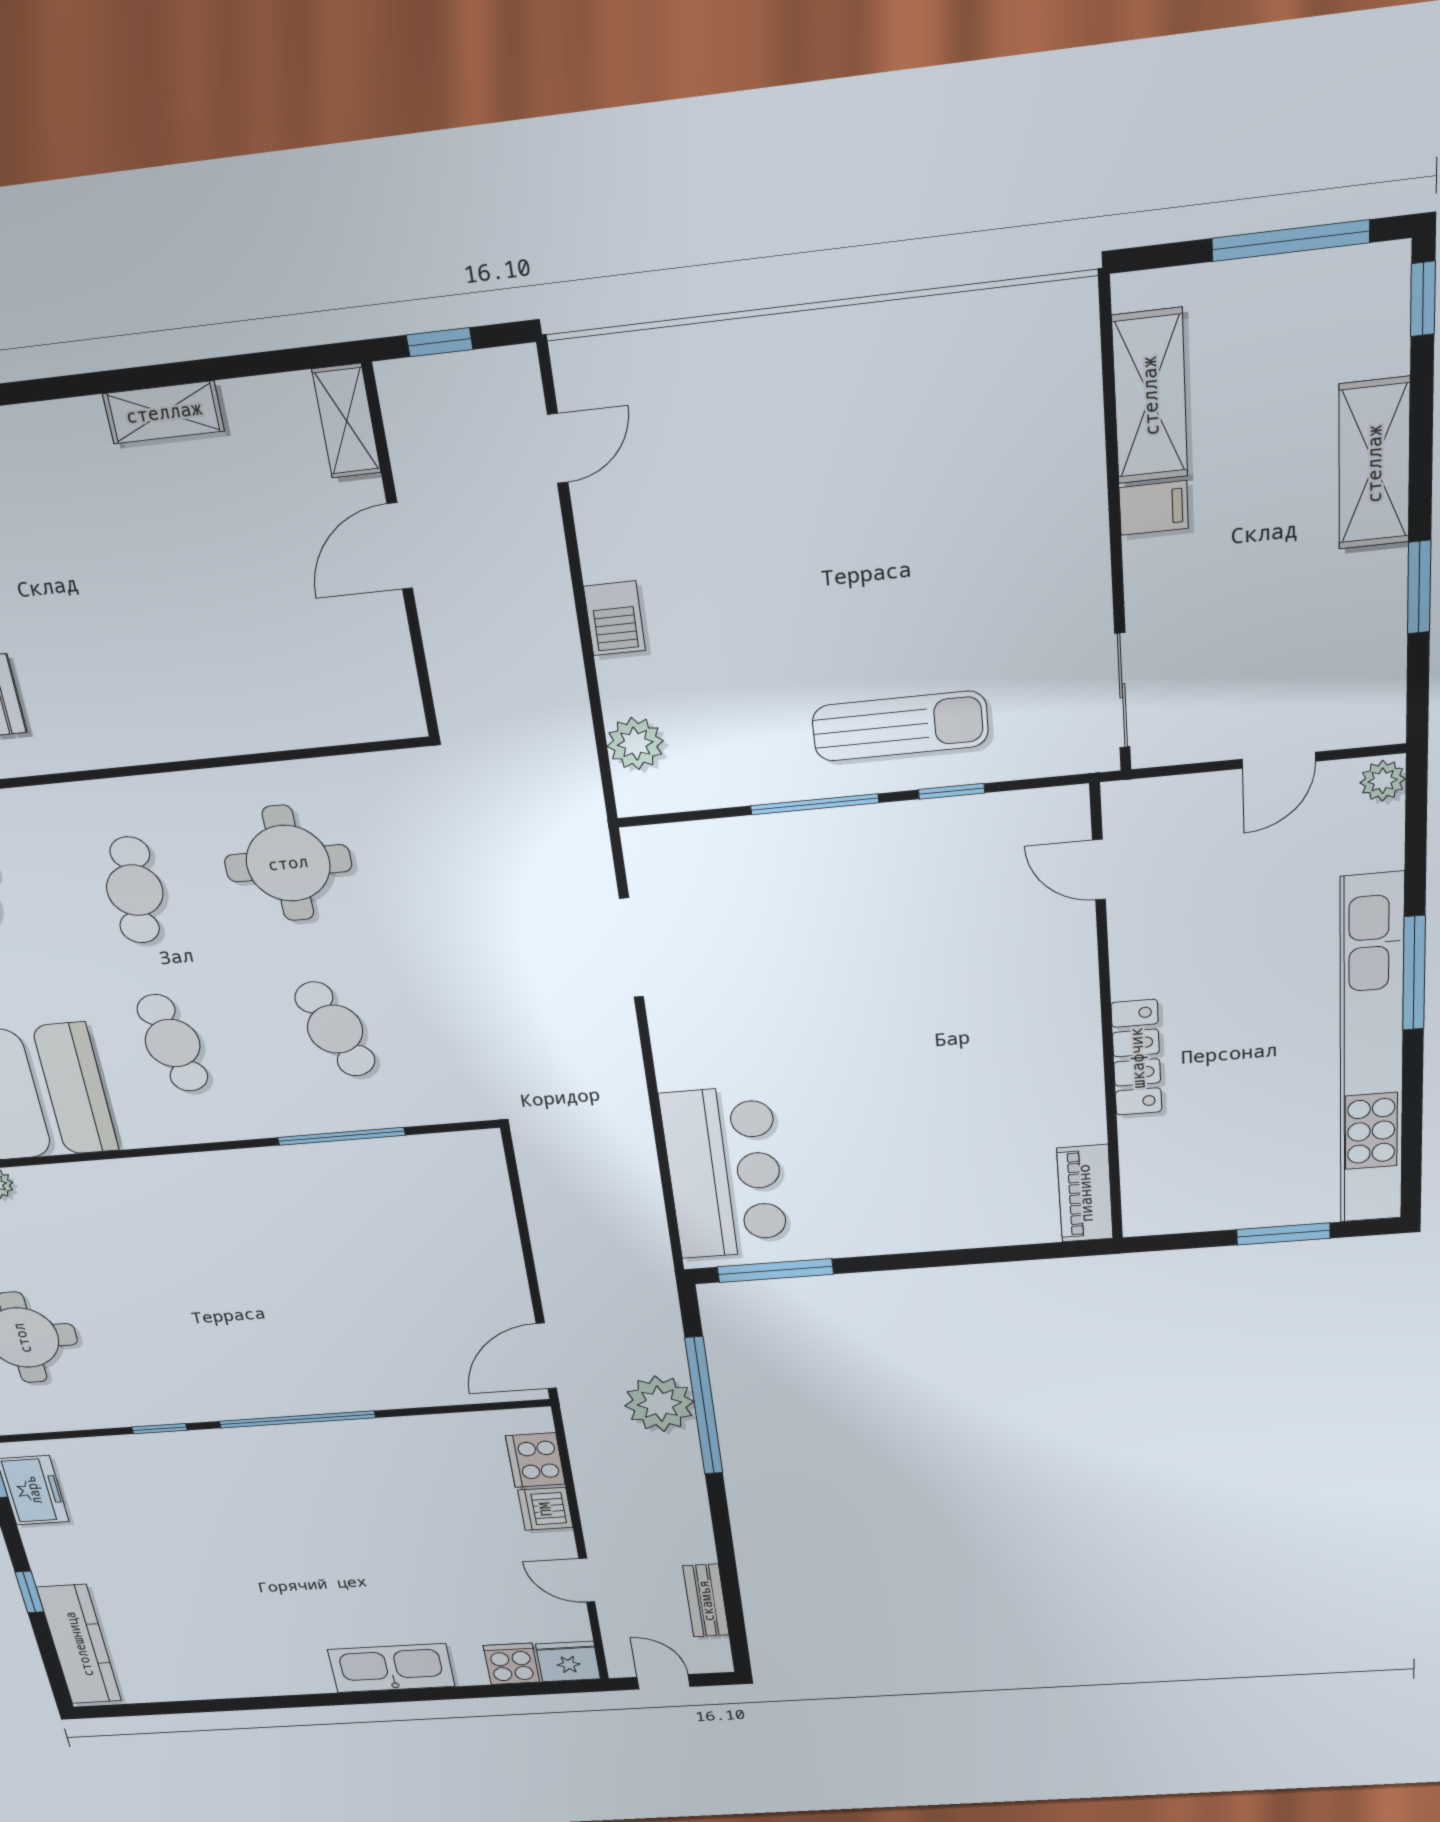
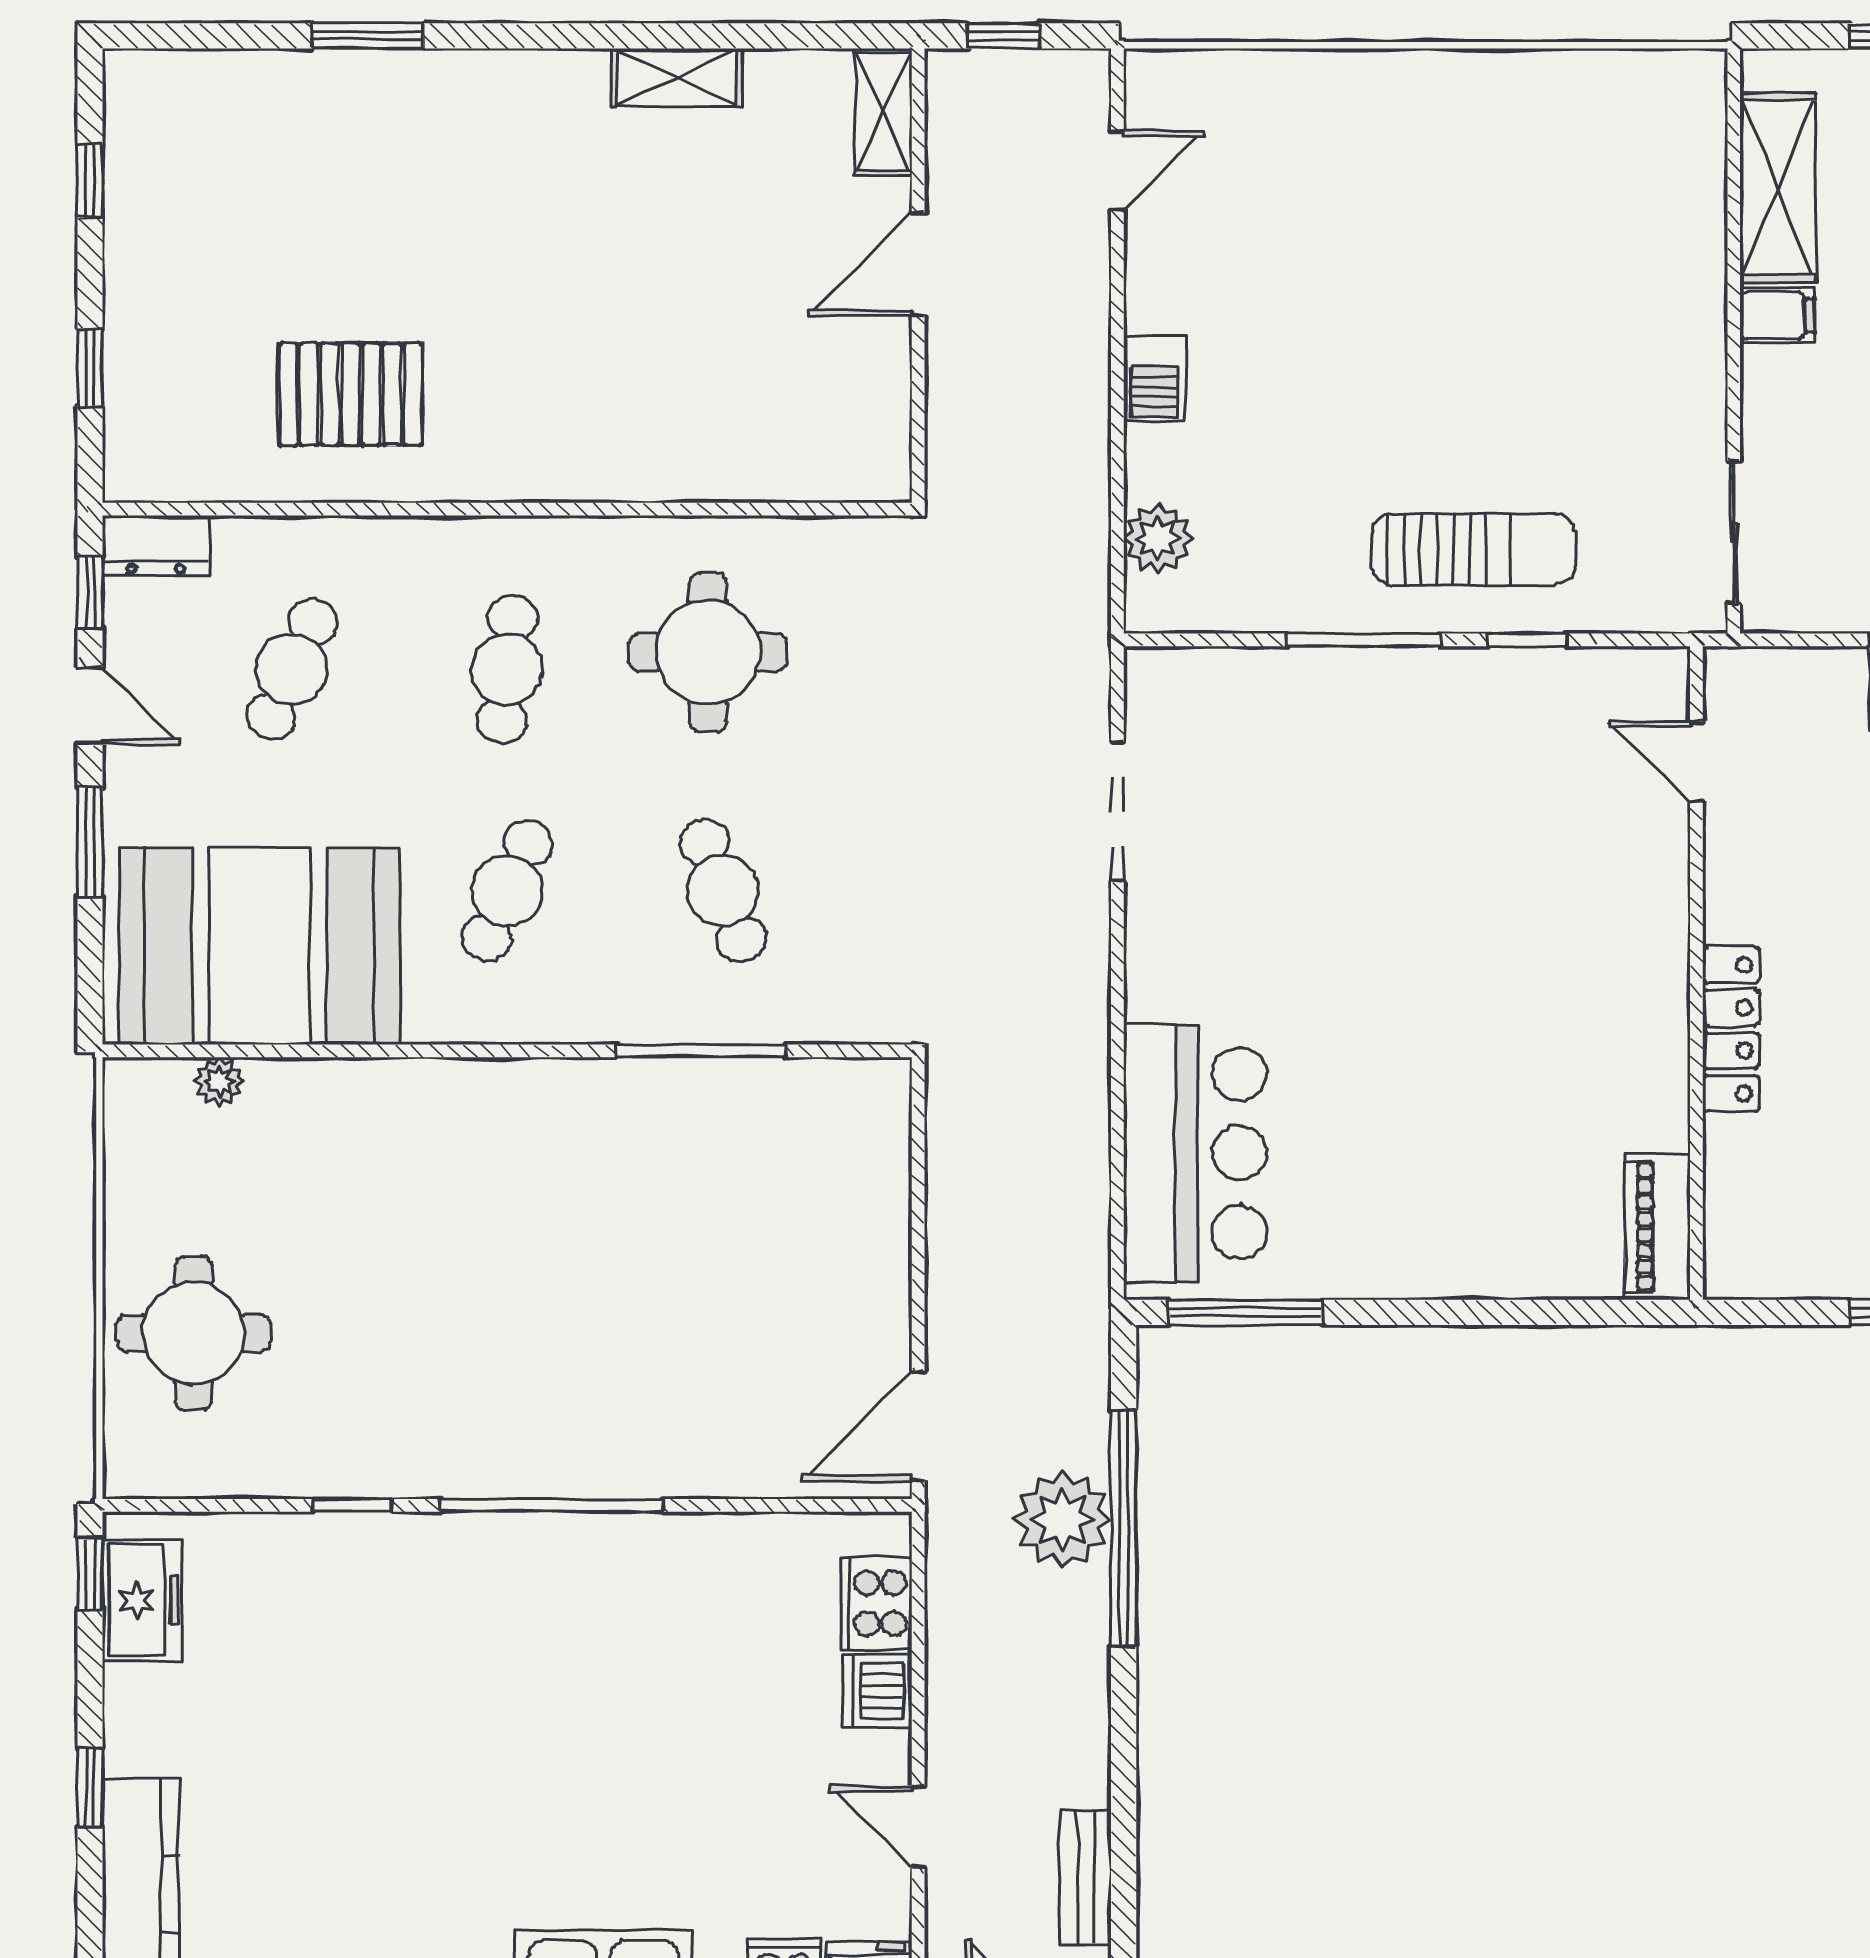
cafe table: (173, 1043) -> (507, 891), turned 36

